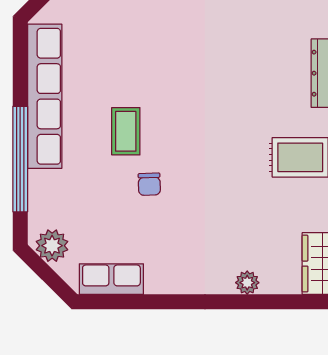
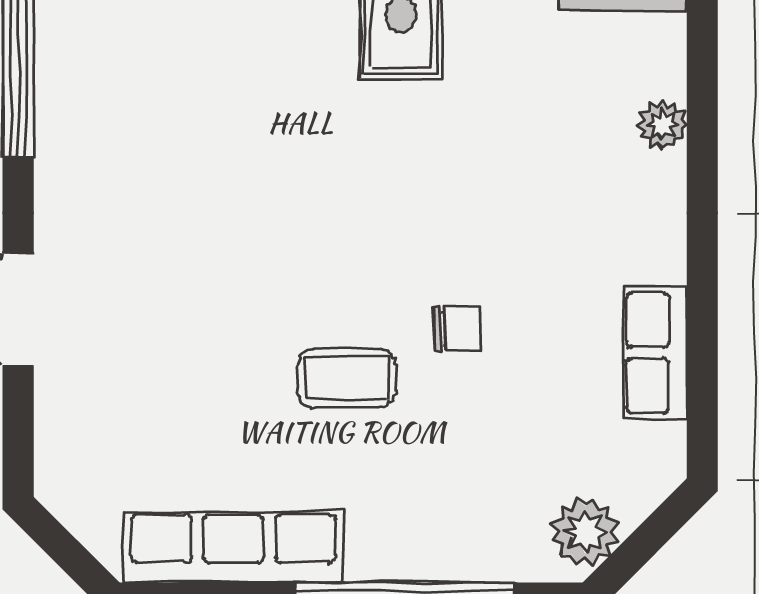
row of seats: (45, 96) -> (233, 547), width x0.73
row of seats: (111, 279) -> (655, 353), moved

